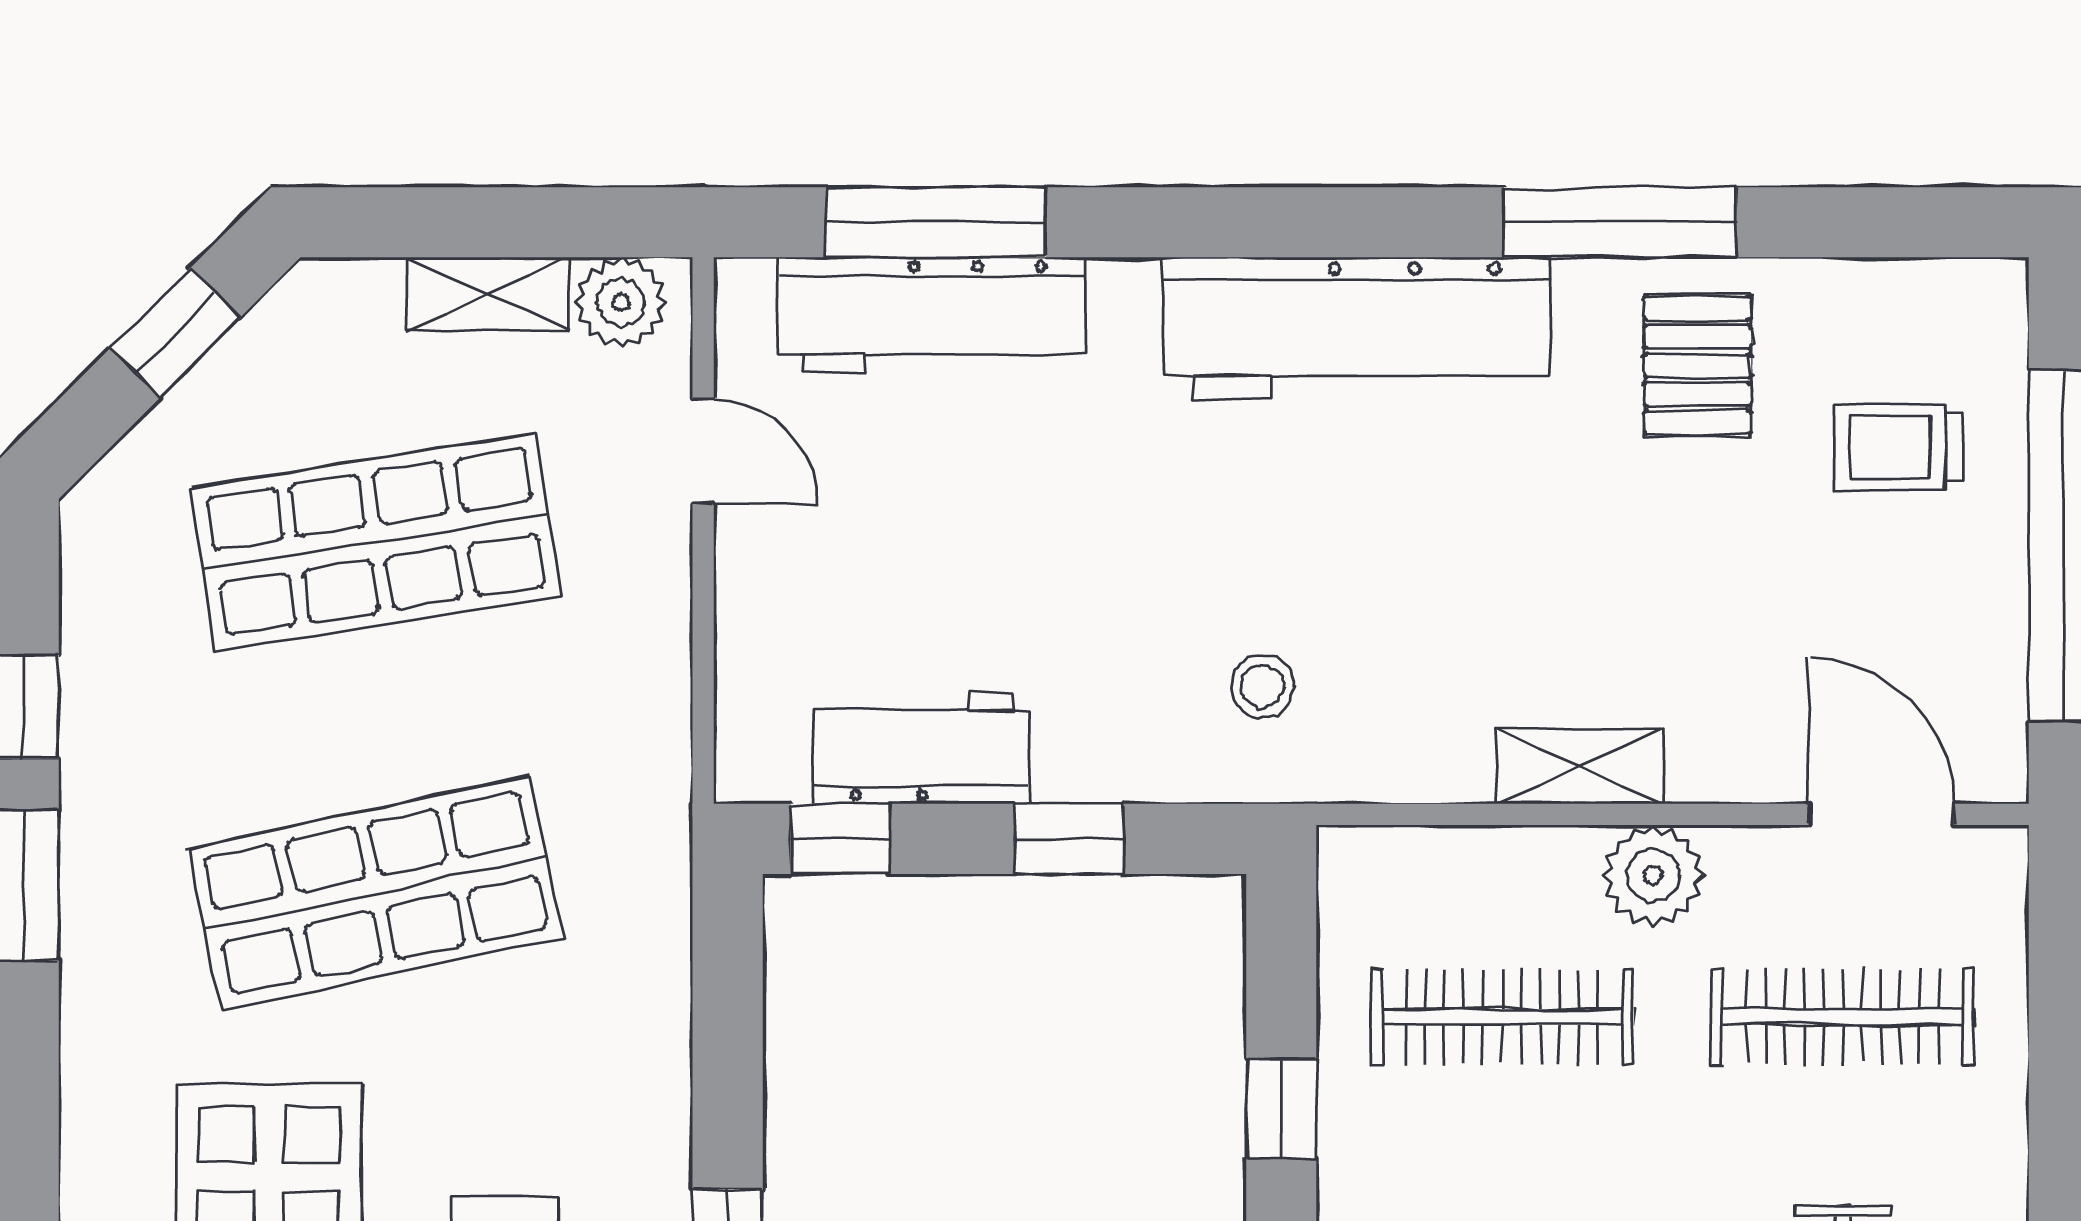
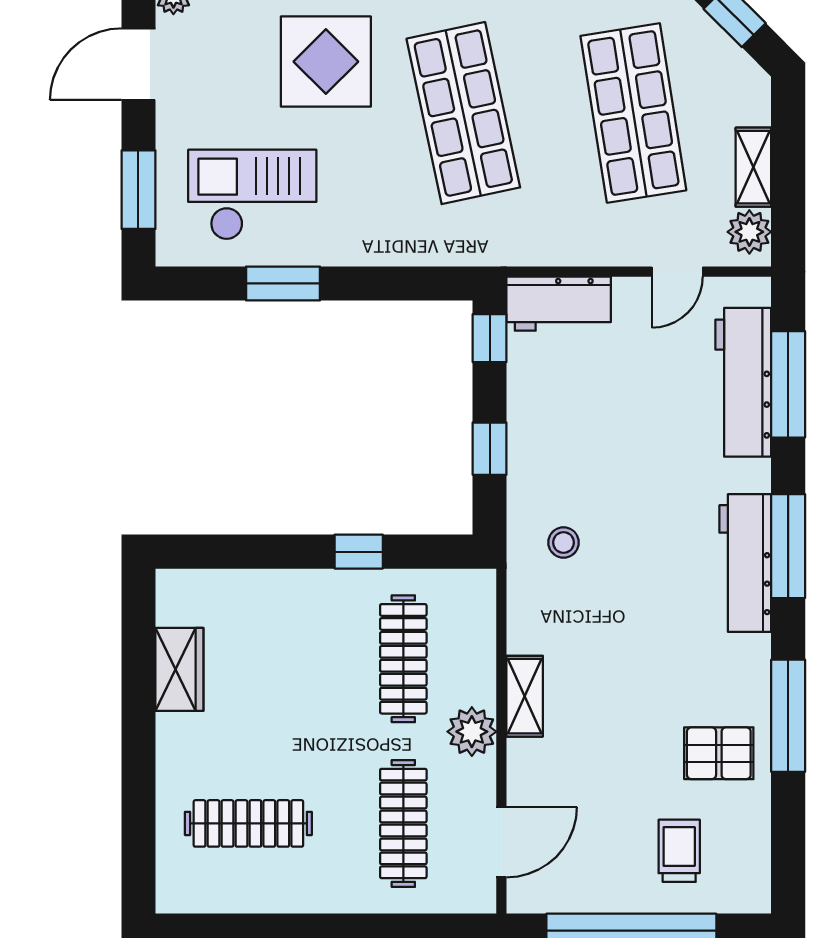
window: (1270, 222) -> (788, 546), added
workbench: (1356, 328) -> (745, 563), width x0.73, depth x0.76
workbench: (922, 748) -> (559, 304), moved, turned 90

